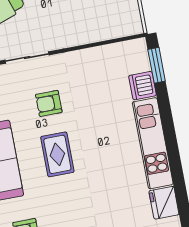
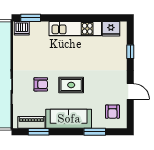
dishwasher: (142, 86) -> (22, 28), moved
armchair: (49, 103) -> (41, 84), turned -90

